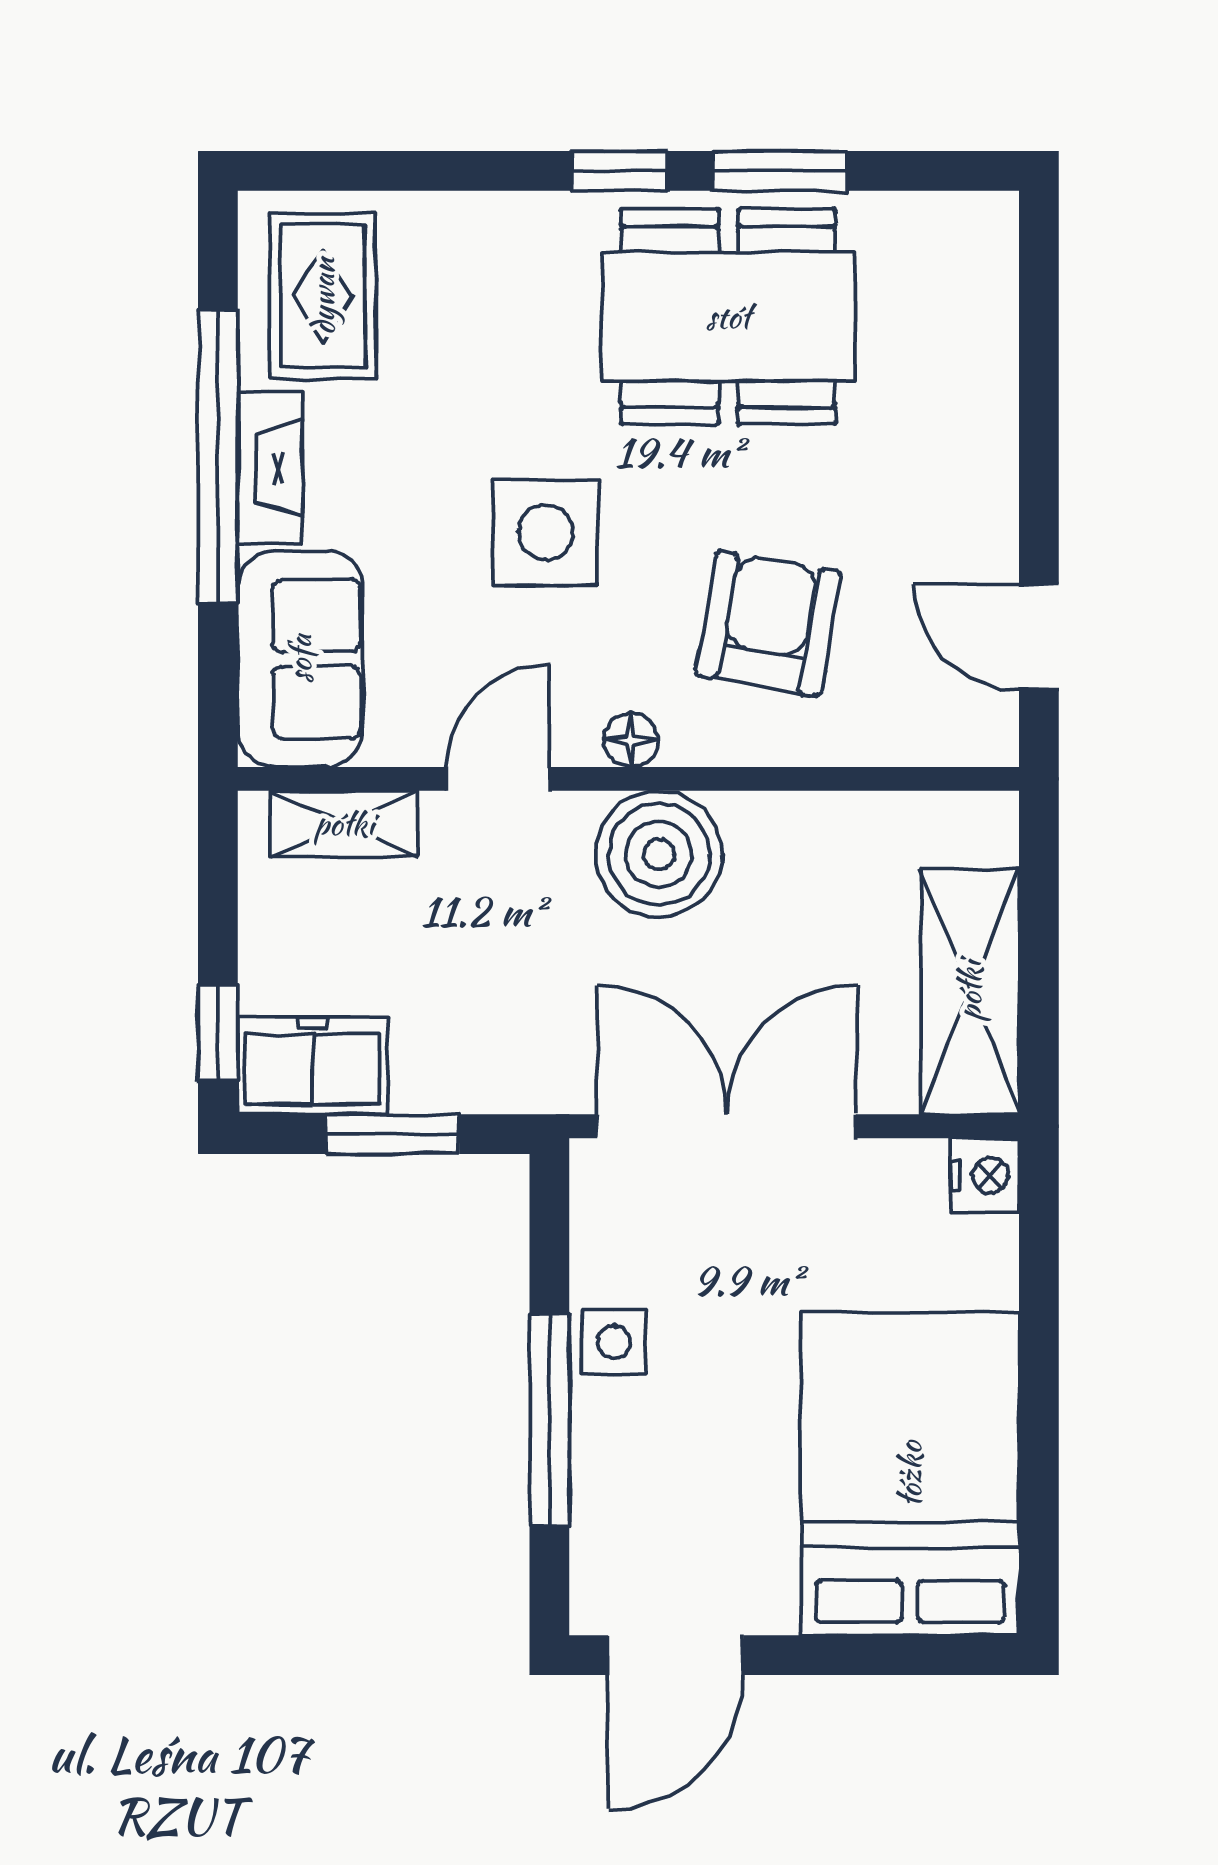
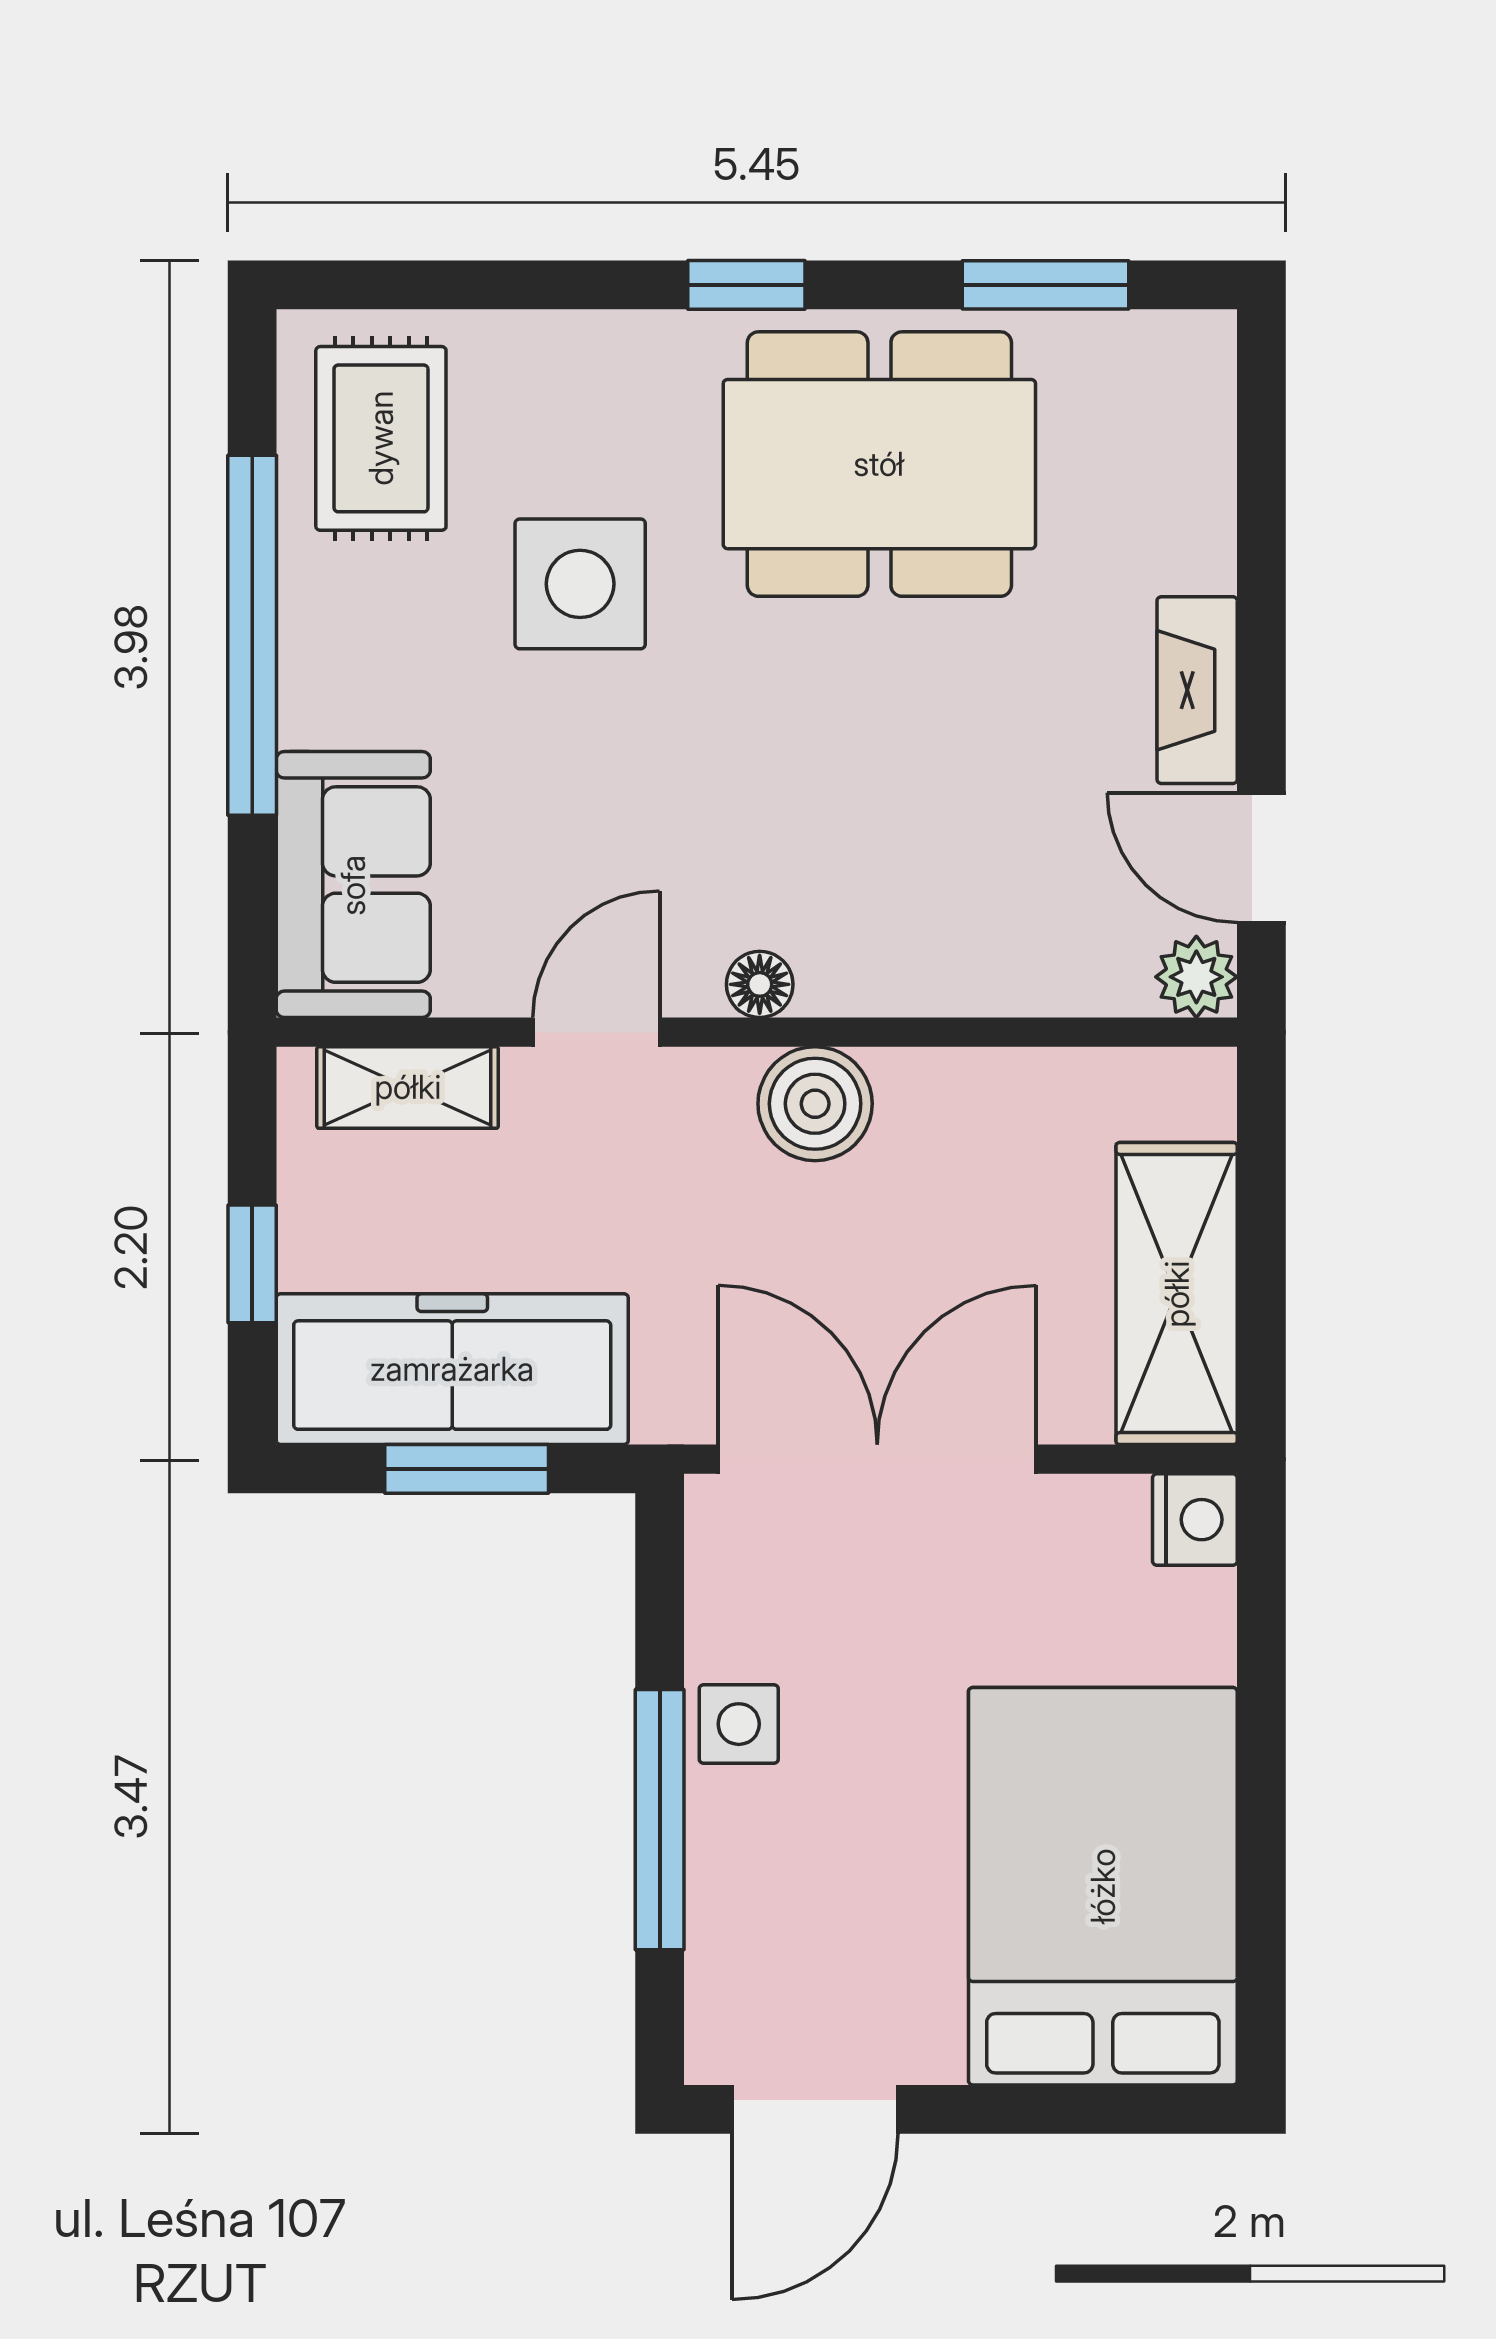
window: (780, 171) -> (1046, 285), moved
fireplace: (270, 468) -> (1197, 690), moved, turned 180
side table: (546, 533) -> (580, 584), moved
armchair: (768, 624) -> (929, 842), removed
plant: (986, 734) -> (1196, 977), added
boiler: (659, 854) -> (815, 1104), width x0.73, depth x0.73
window: (218, 1033) -> (252, 1264), moved
freezer: (313, 1066) -> (452, 1369), width x1.91, depth x1.26

